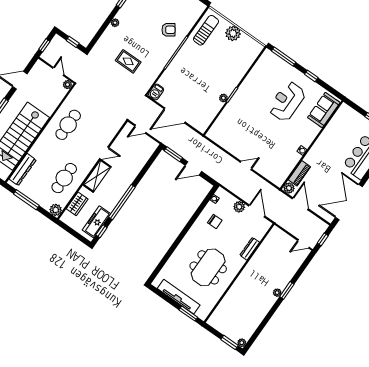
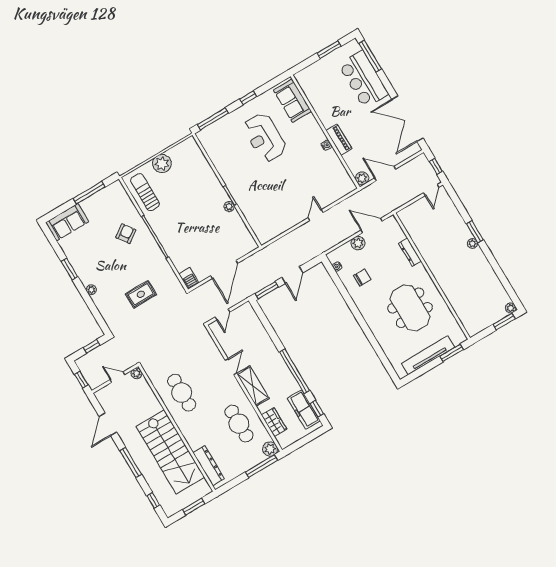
piano: (299, 173) -> (339, 140), moved
window: (26, 200) -> (262, 466), moved

